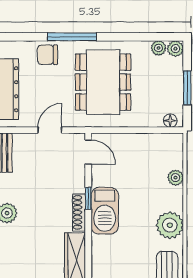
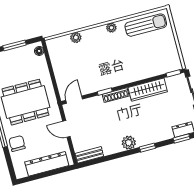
chair: (47, 55) -> (17, 144), turned 180
barbecue: (105, 211) -> (110, 79), removed
plant: (170, 225) -> (111, 28), width x0.53, depth x0.53

